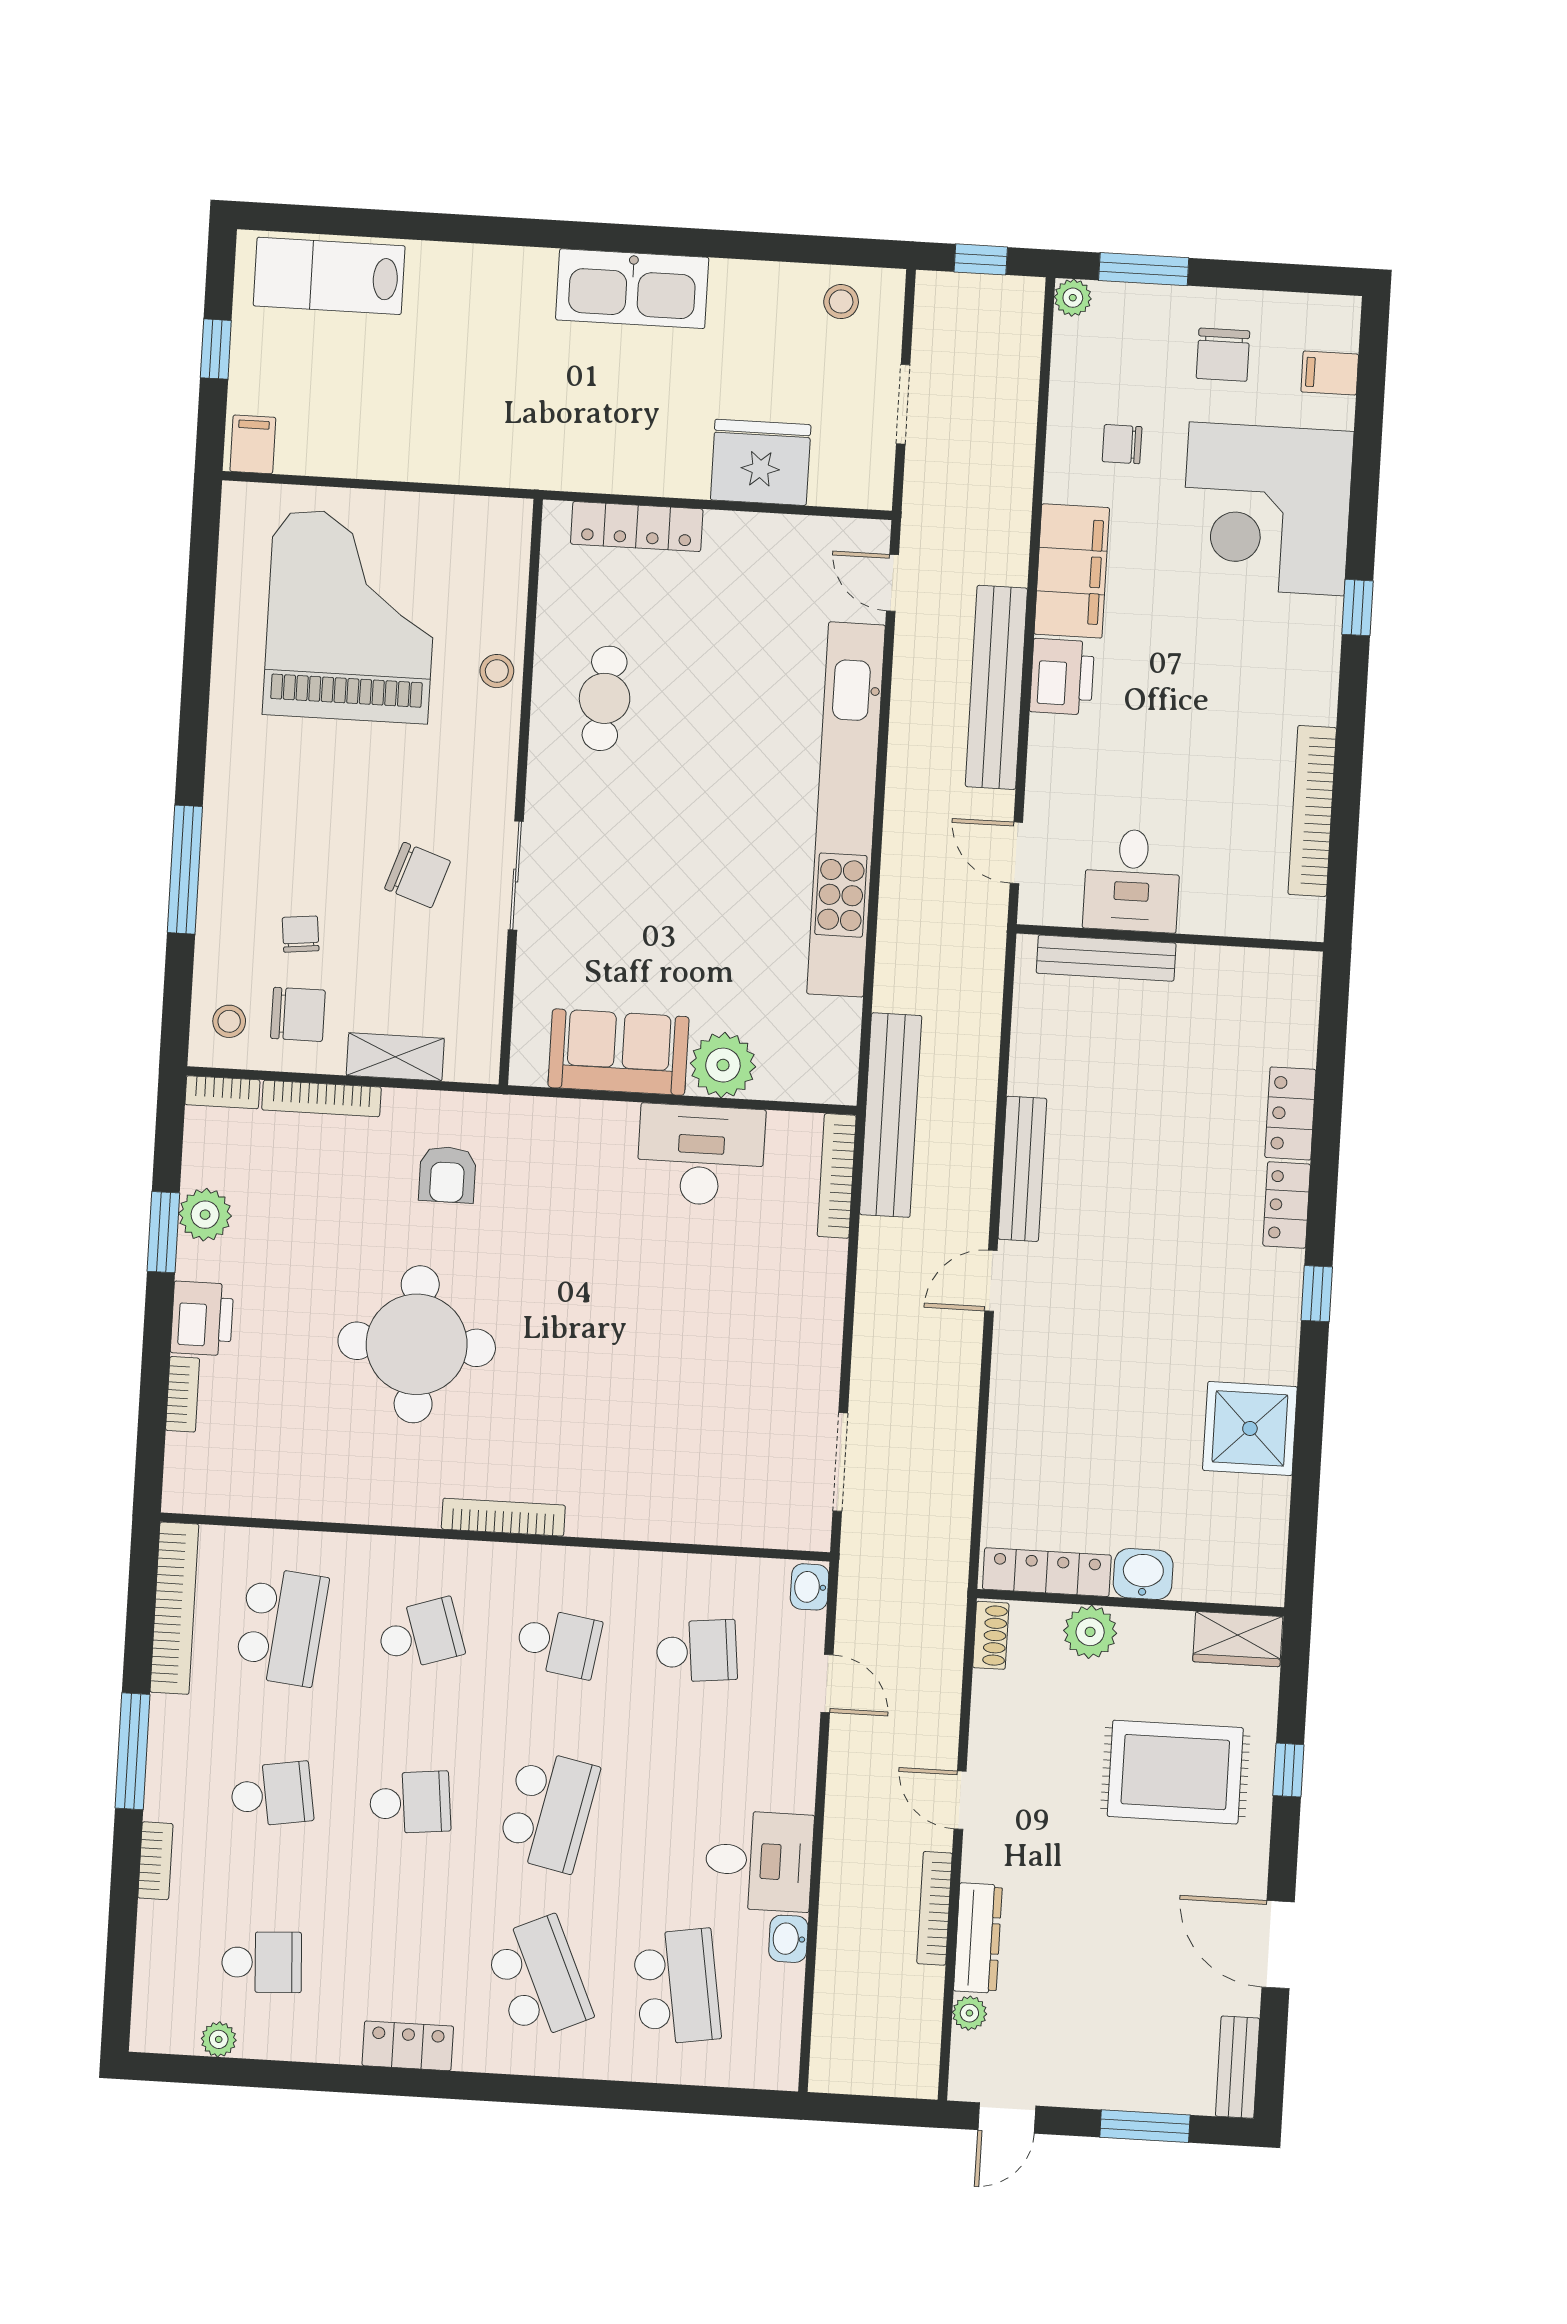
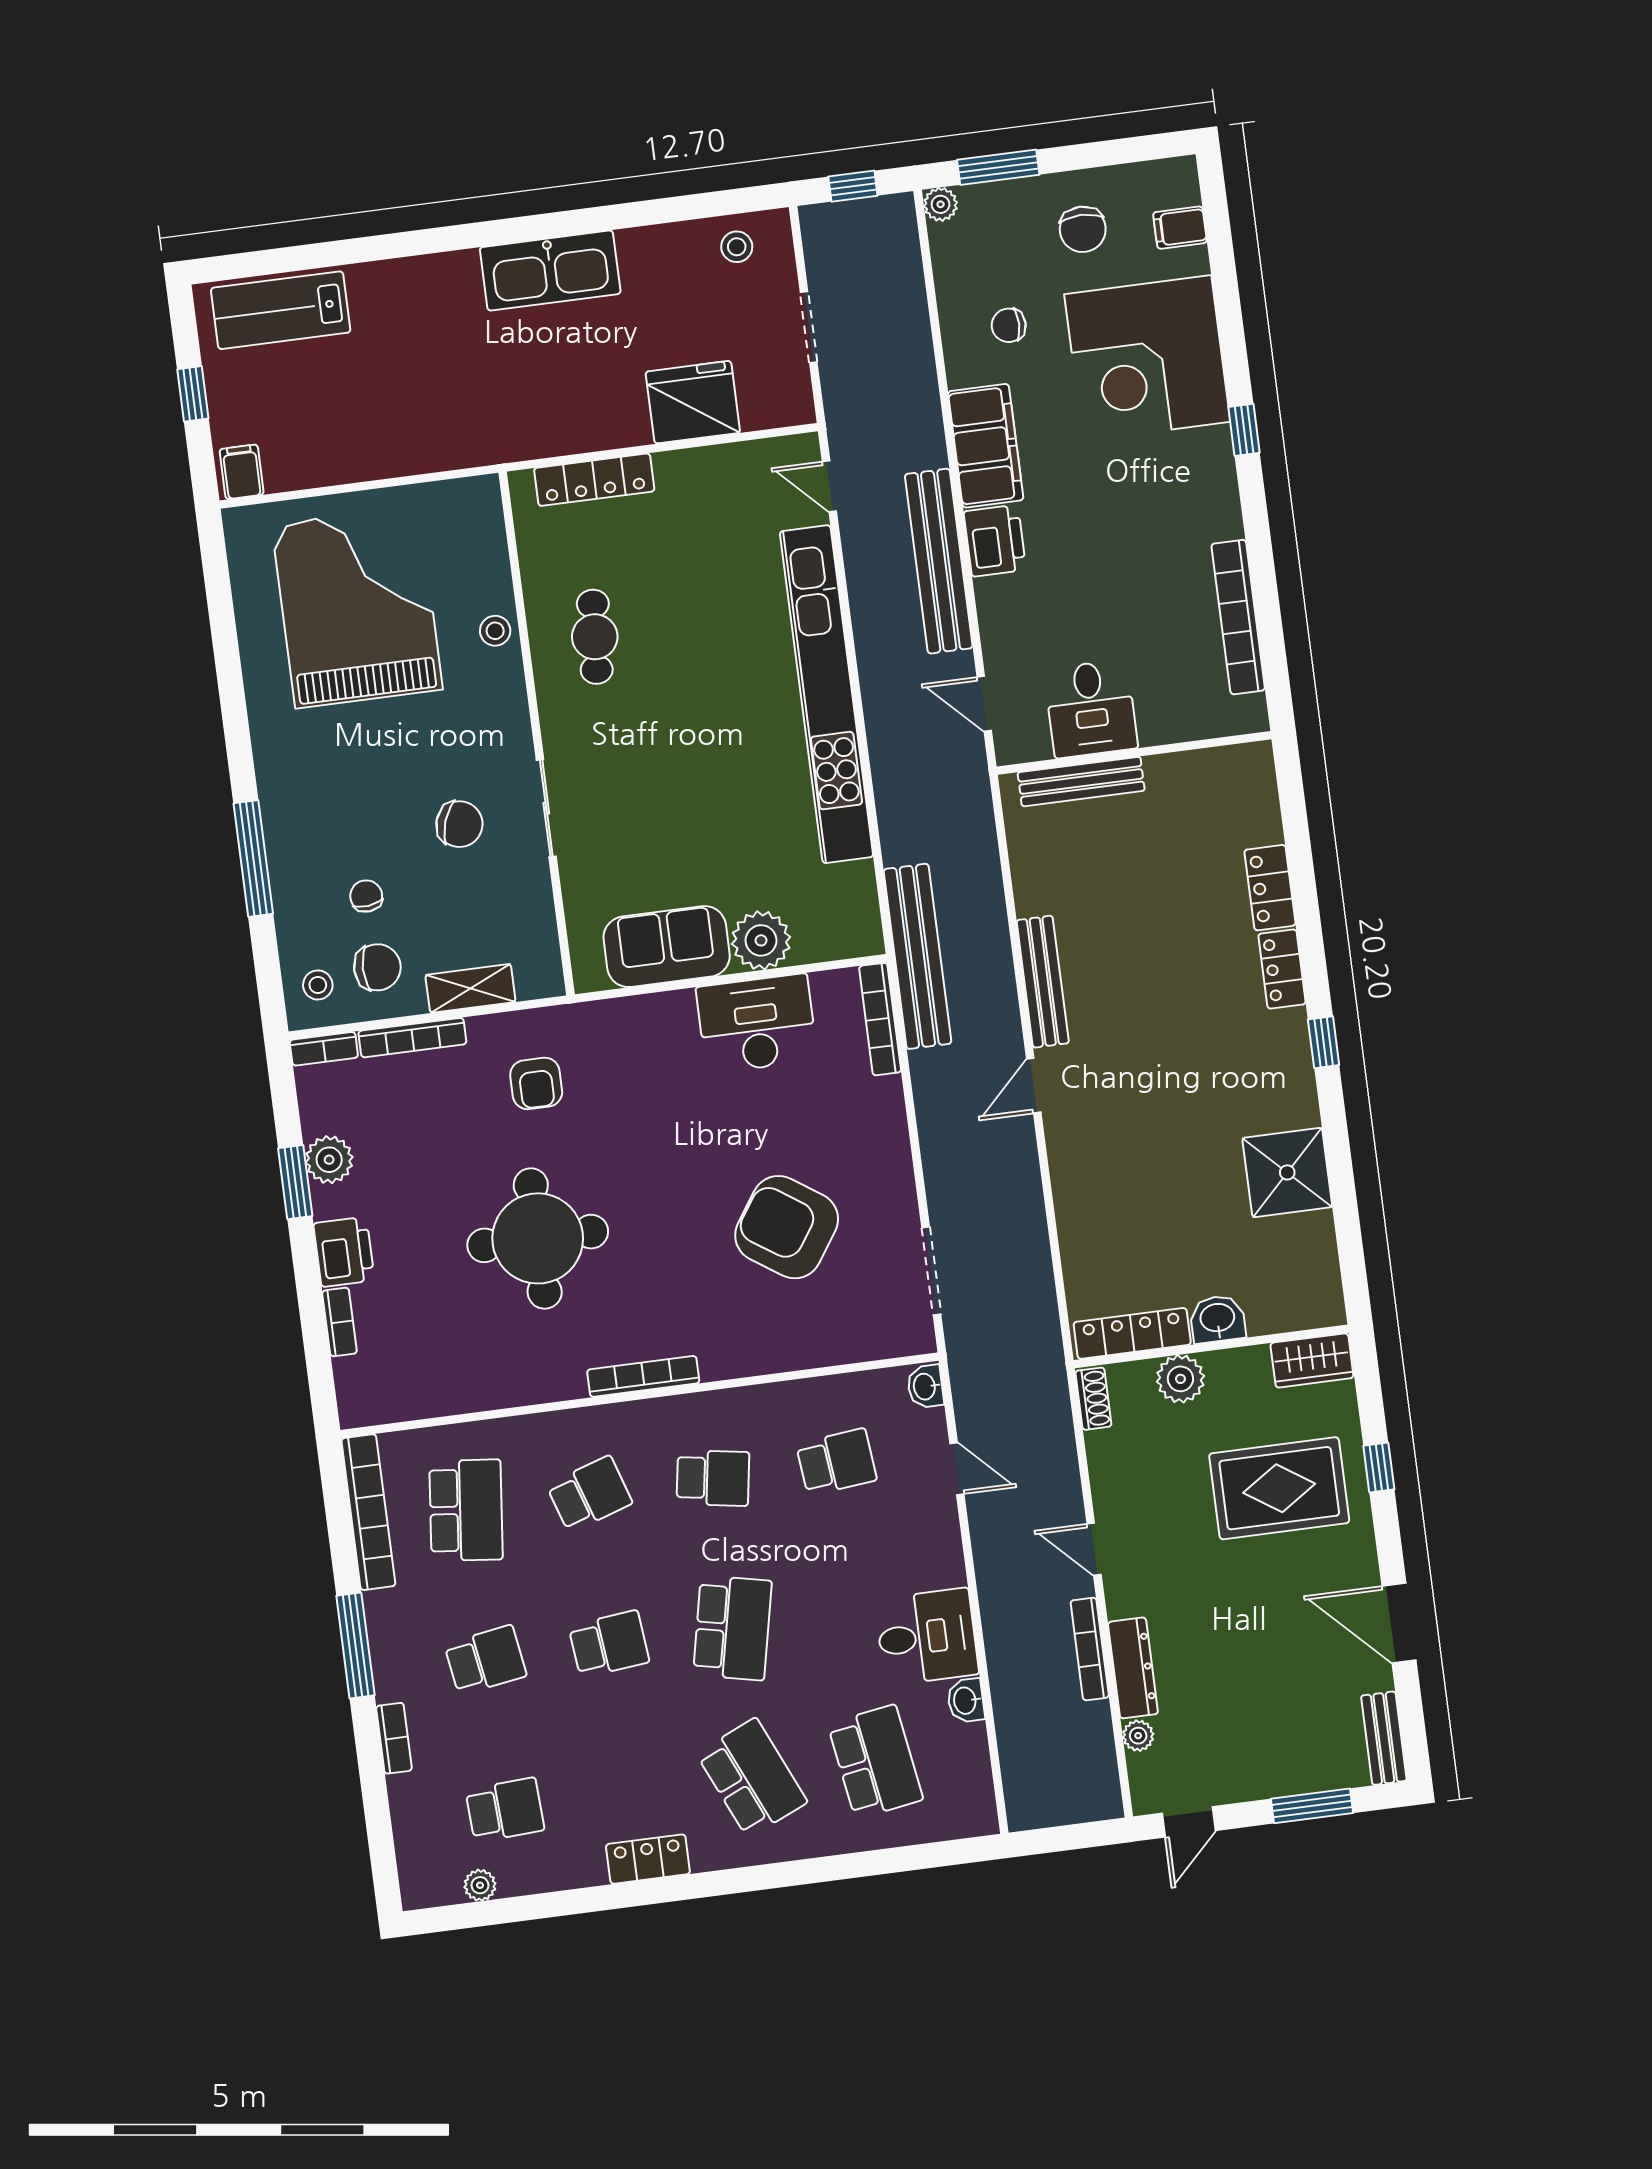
armchair: (691, 1384) -> (787, 1227), added

